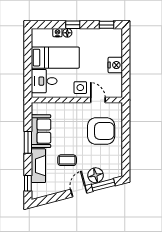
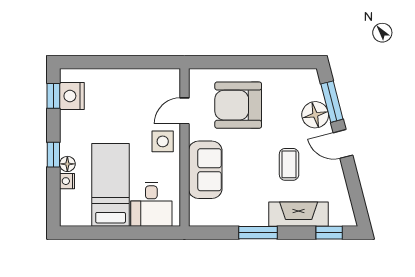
nightstand: (115, 65) -> (72, 96), moved, turned -90
sofa: (41, 131) -> (205, 170), moved, turned 90
armchair: (101, 131) -> (238, 105), turned -90

